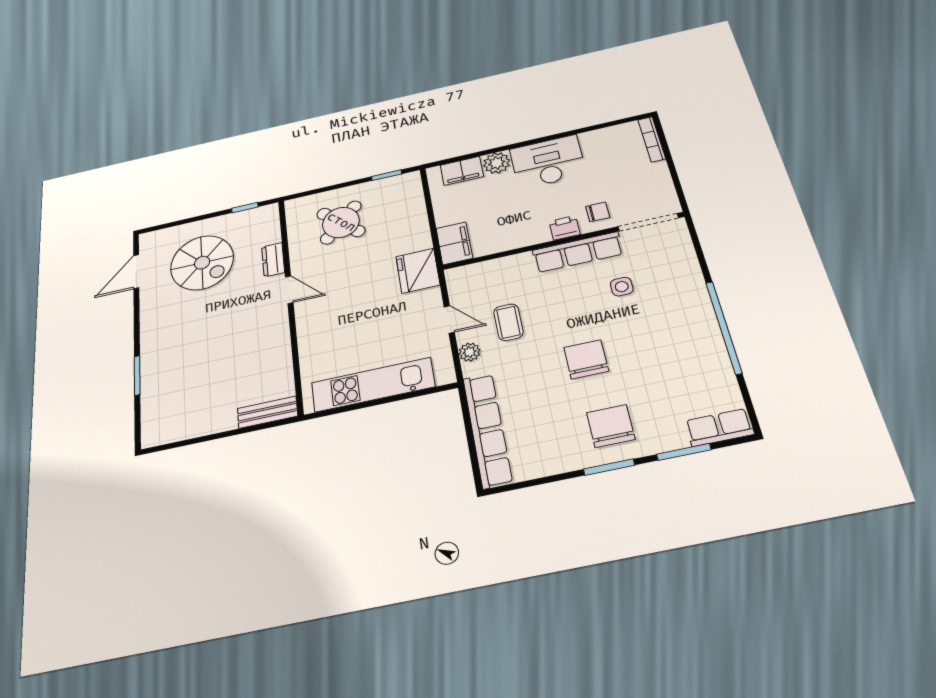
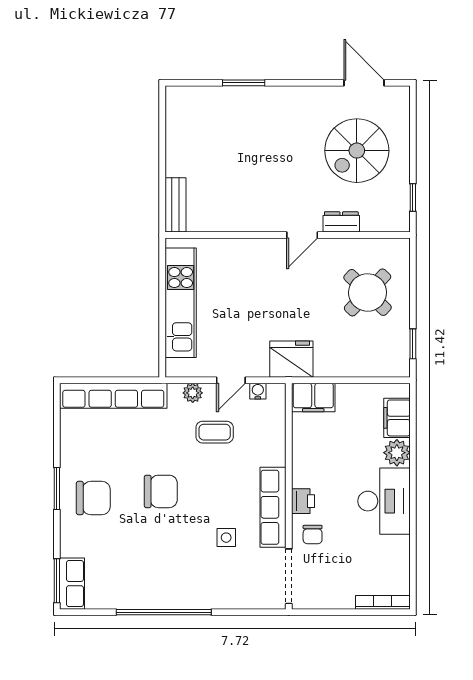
water cooler: (456, 293) -> (258, 391), added
window: (684, 452) -> (57, 581), moved

